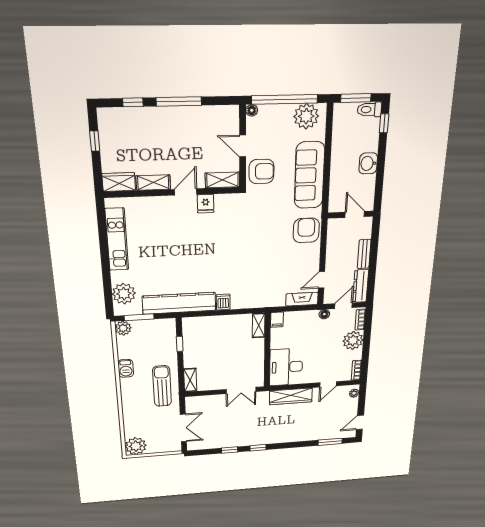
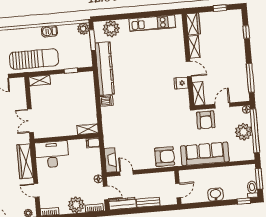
window: (179, 101) -> (250, 78), moved
plant: (306, 116) -> (244, 132), moved
sun lounger: (162, 386) -> (34, 59), width x1.36, depth x1.34

